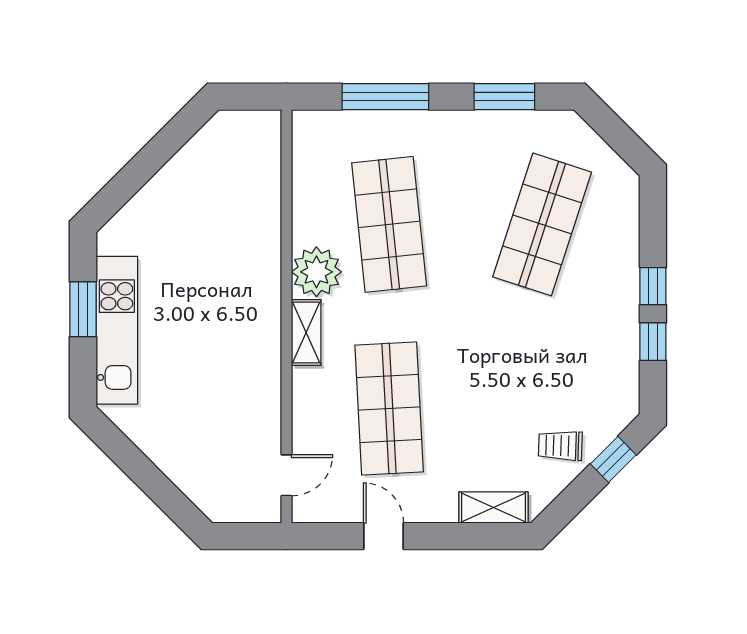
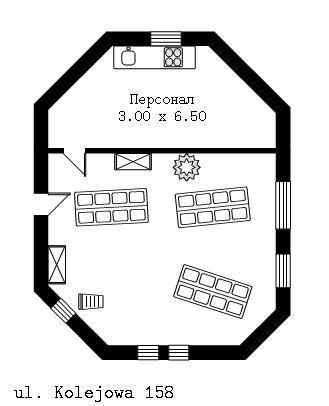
shelving: (306, 332) -> (133, 162), moved
trolley: (560, 446) -> (91, 302), turned 88
window: (613, 459) -> (63, 311), moved

